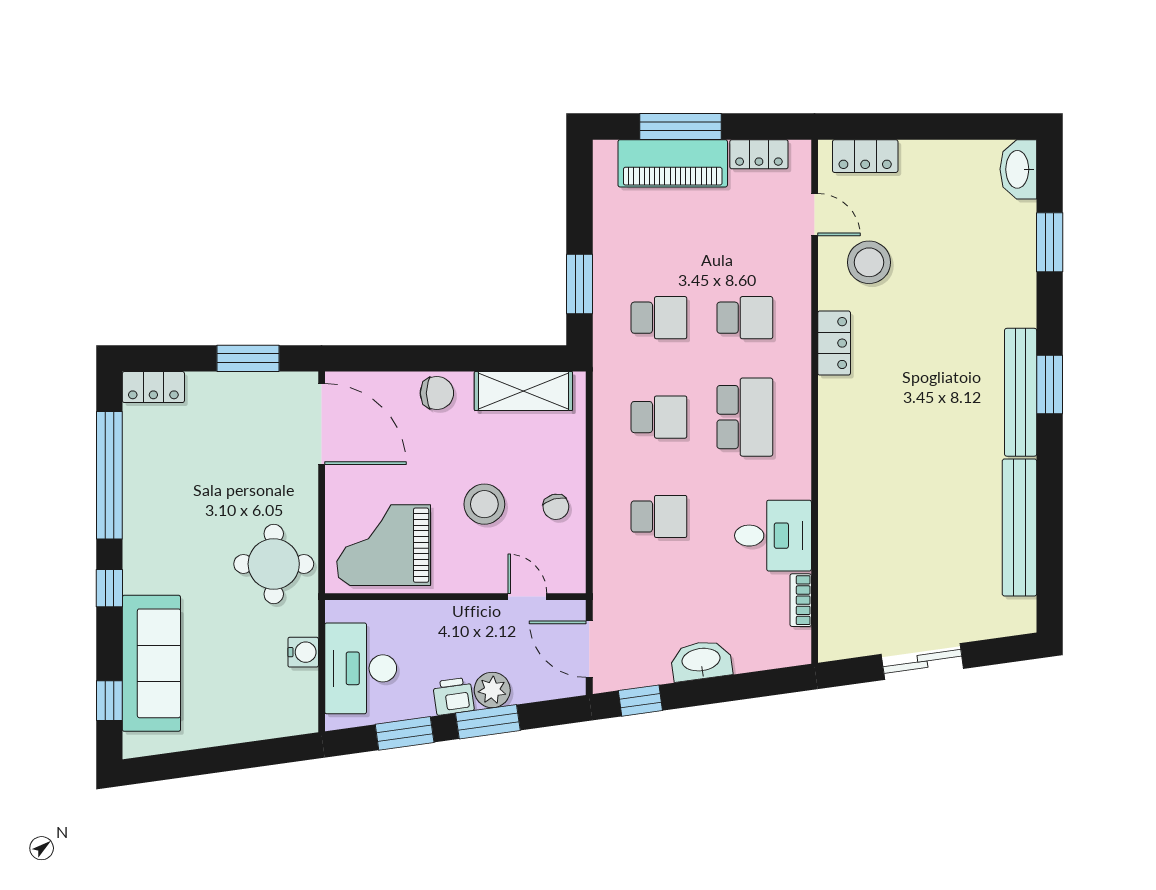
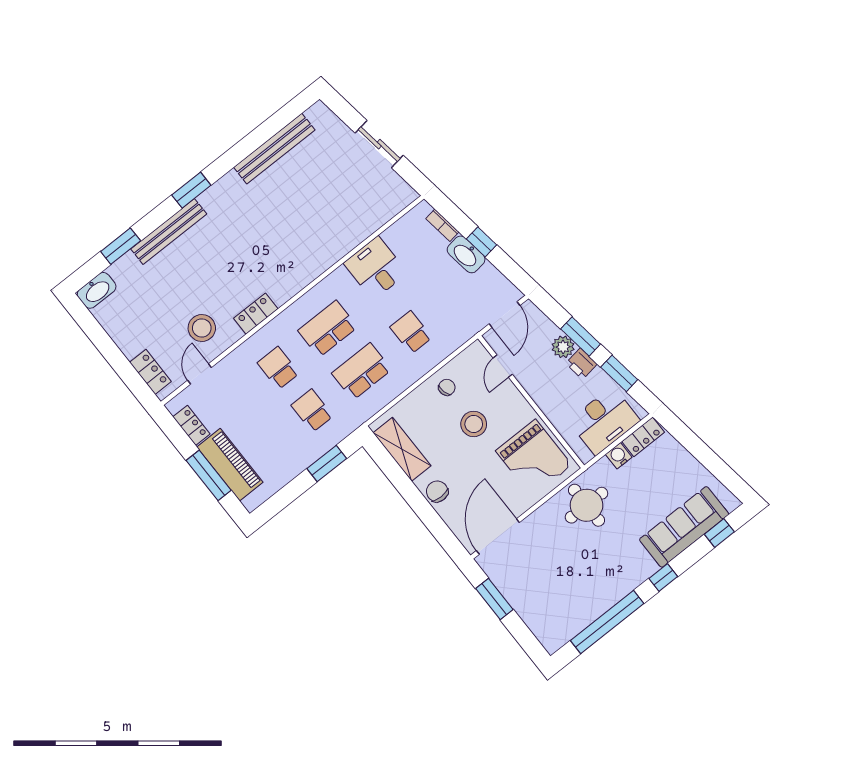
locker: (153, 387) -> (643, 437), moved, turned 90
bench: (1021, 392) -> (169, 231), moved
school desk: (659, 417) -> (362, 371), width x1.85
bookcase: (801, 600) -> (442, 225), moved, turned 82
window: (640, 701) -> (482, 242), moved

